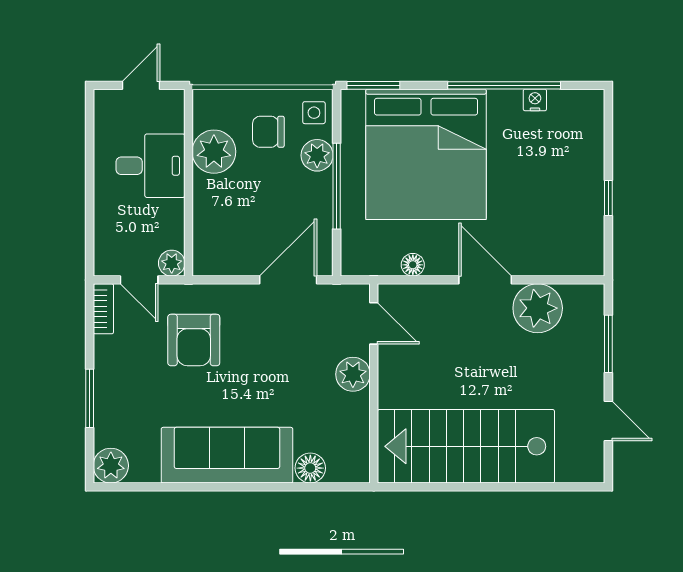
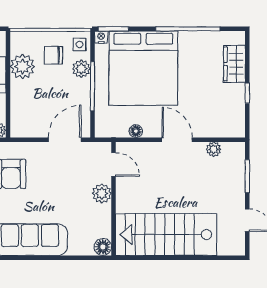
nightstand: (535, 100) -> (101, 37), moved
wardrobe: (586, 147) -> (234, 64), added
plant: (538, 308) -> (214, 149), width x0.53, depth x0.53
floor lamp: (310, 468) -> (103, 247), moved

